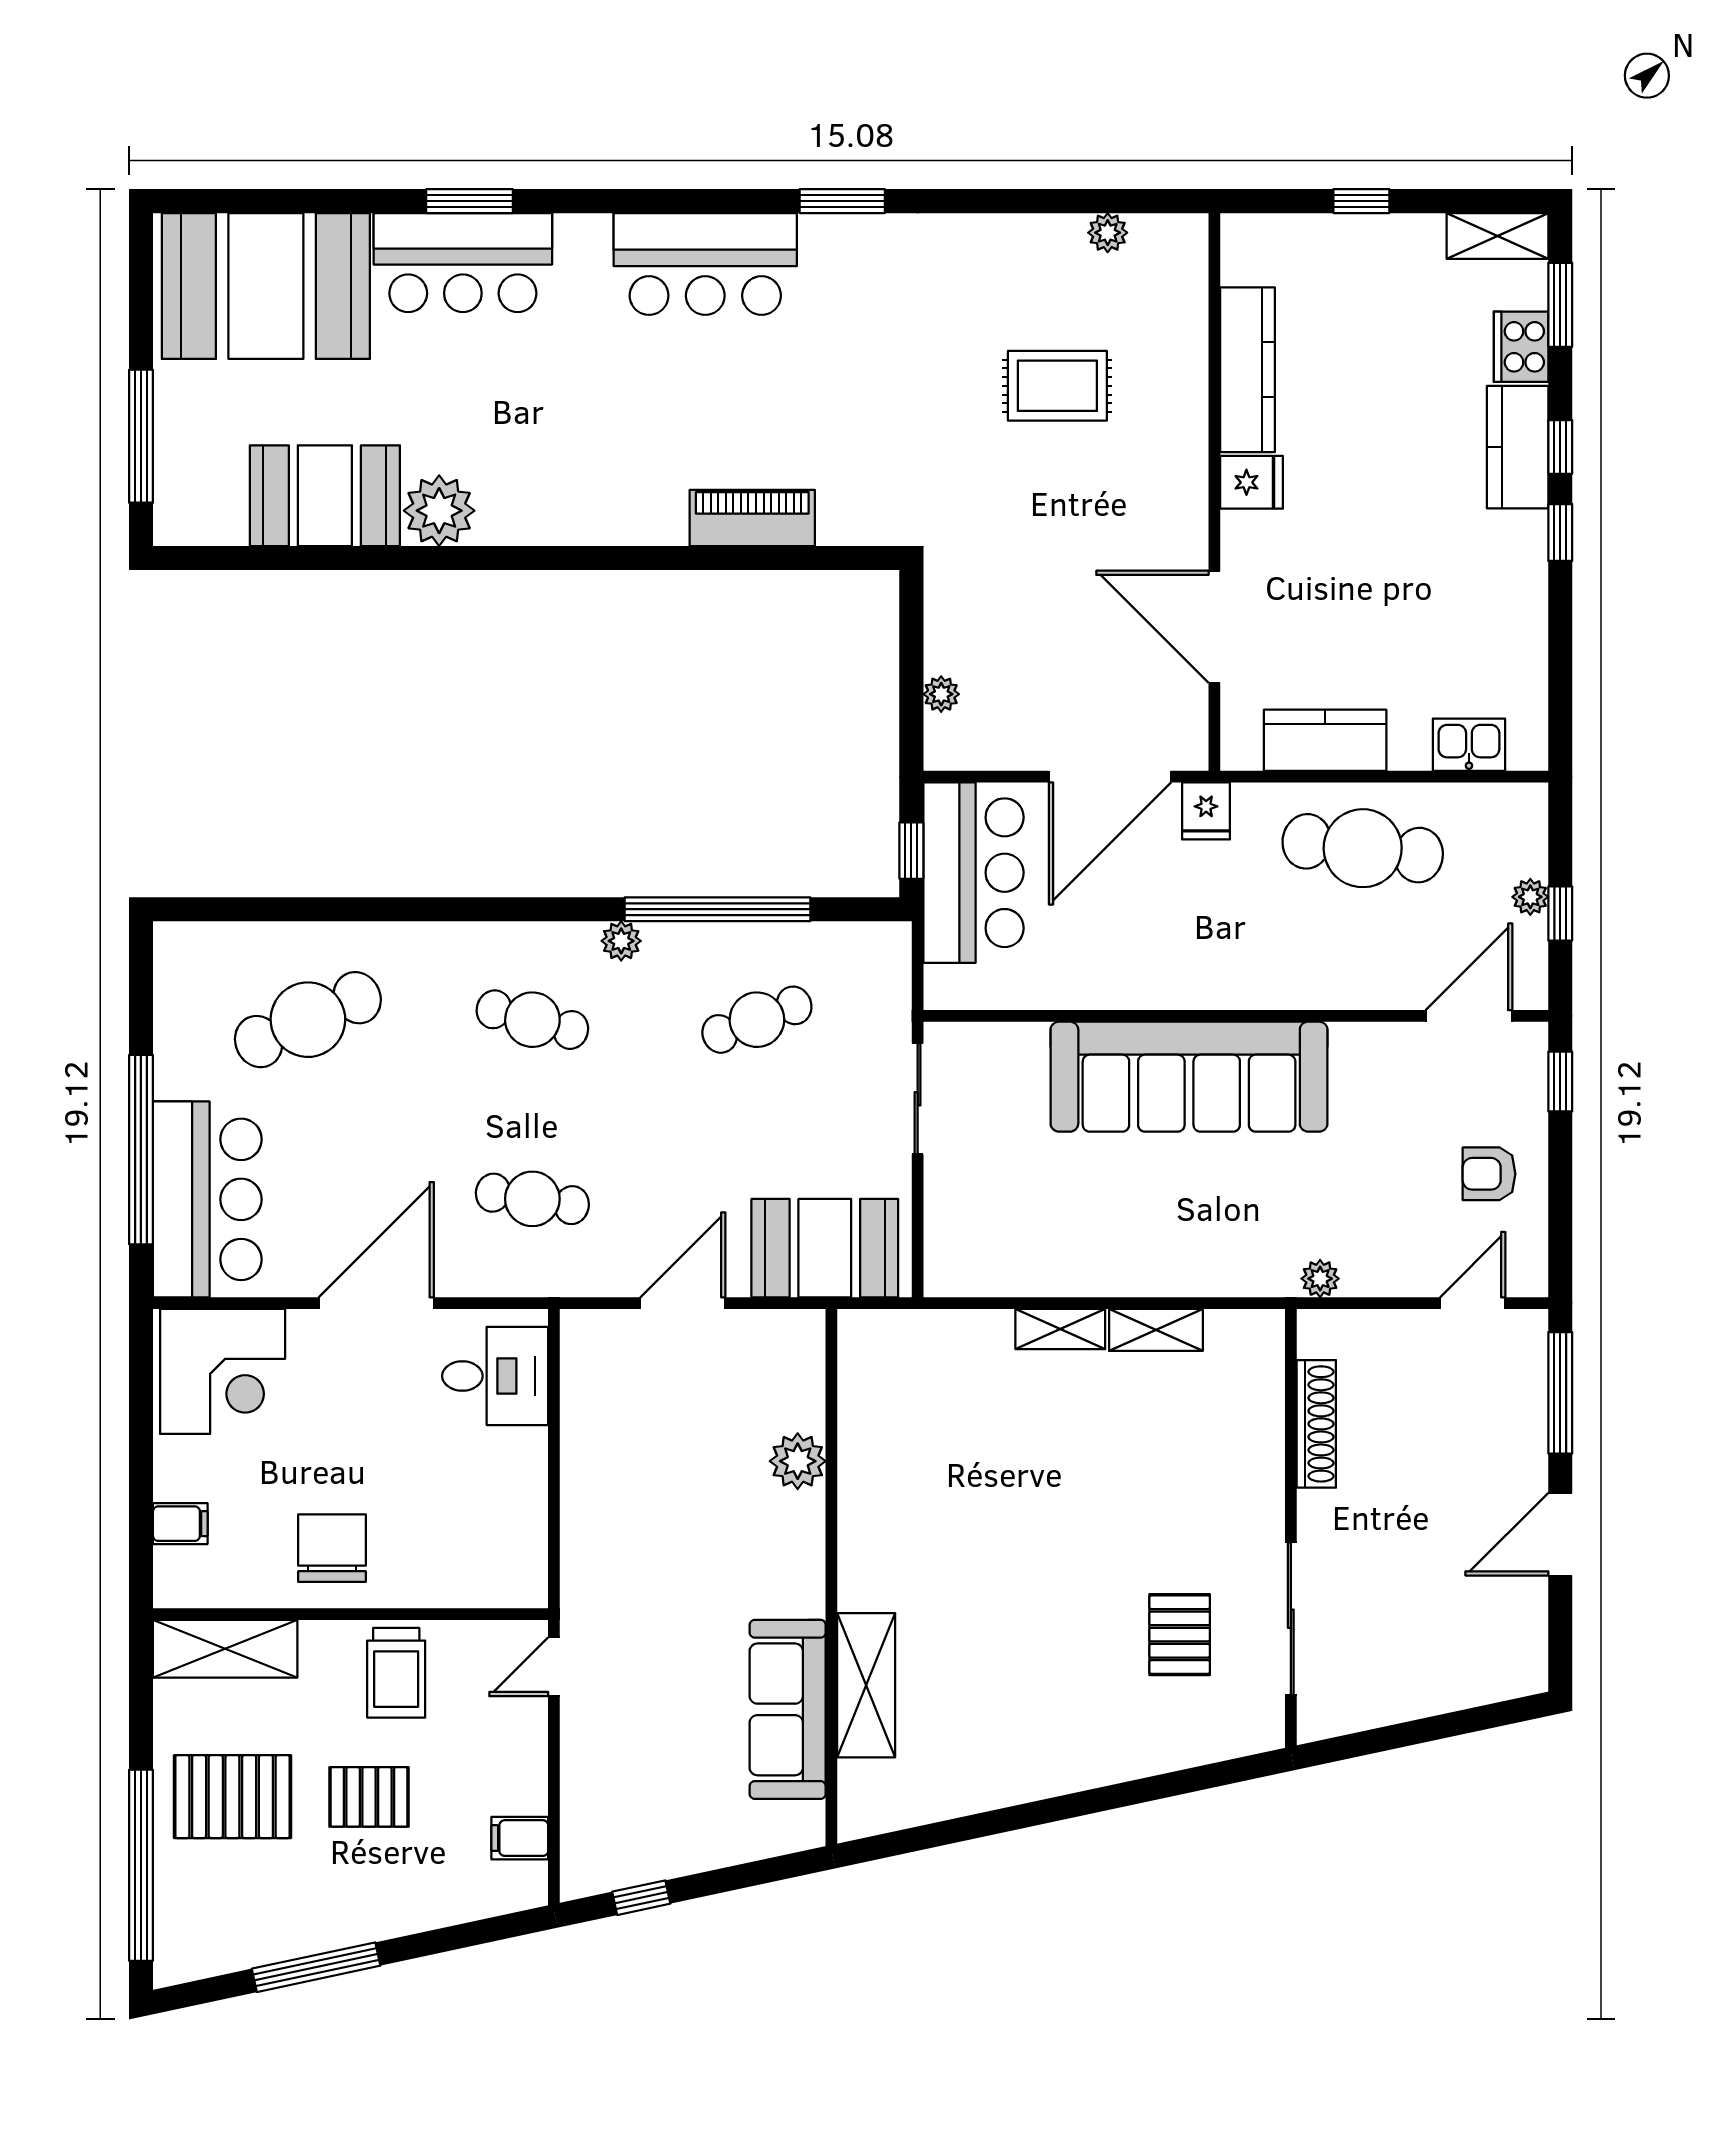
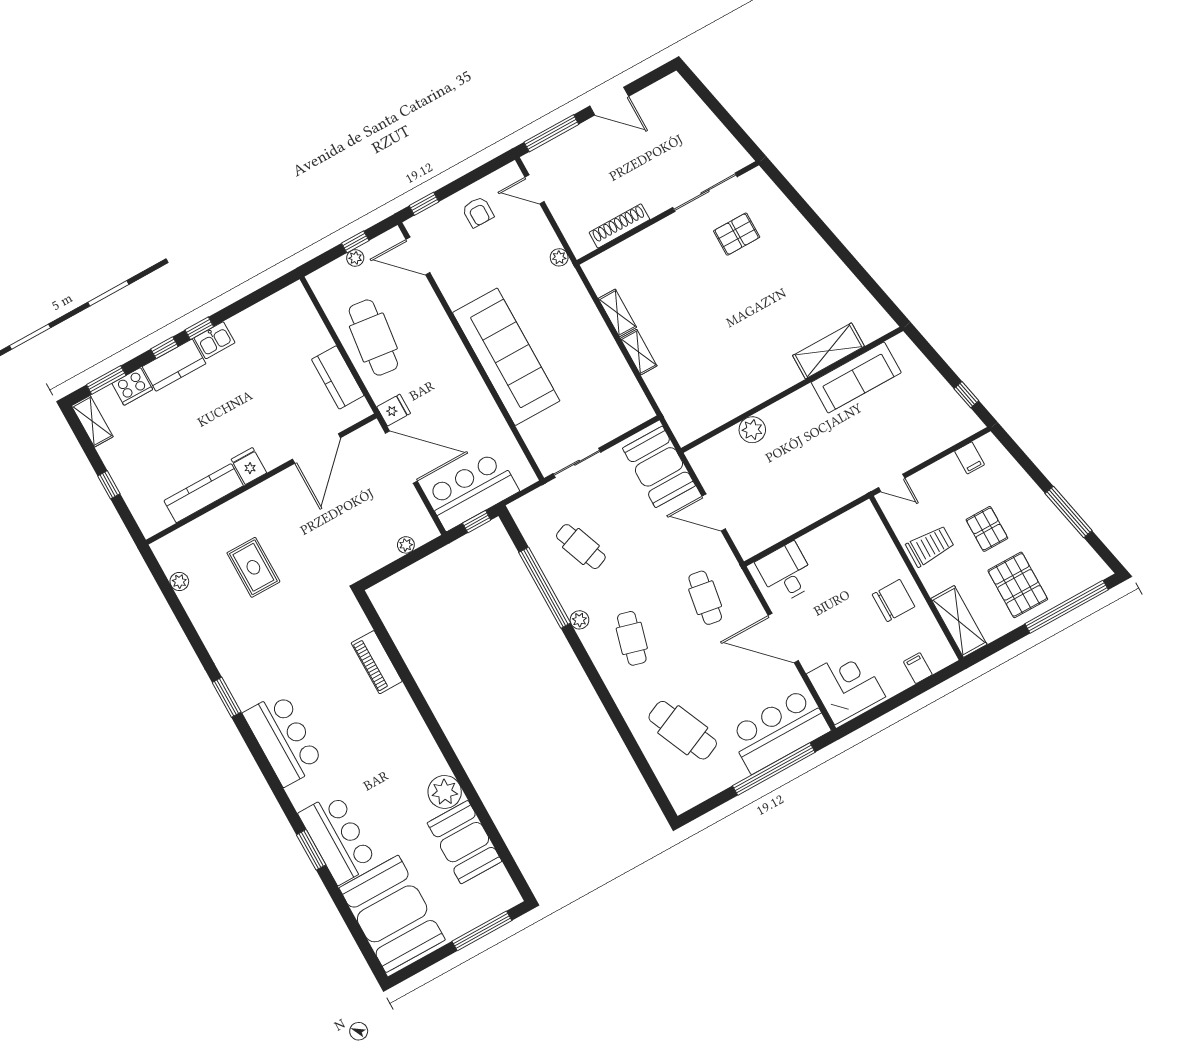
kitchen sink: (1469, 745) -> (215, 340), moved, turned -90
chair: (332, 1548) -> (894, 601), turned 180

